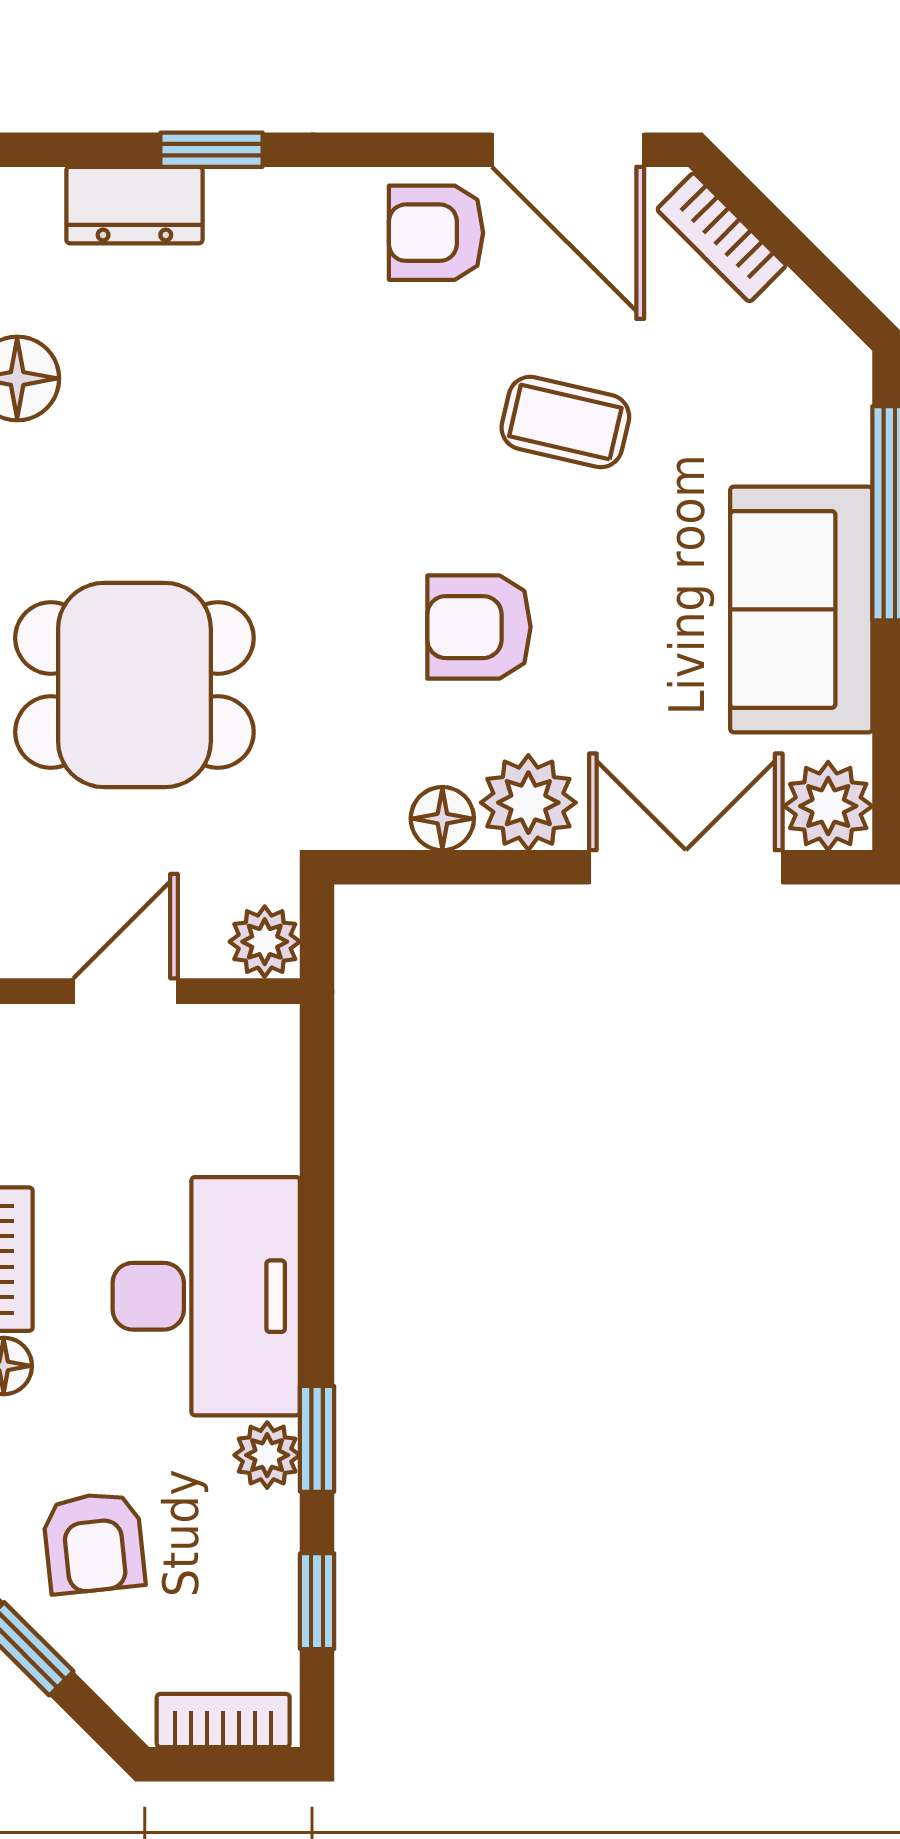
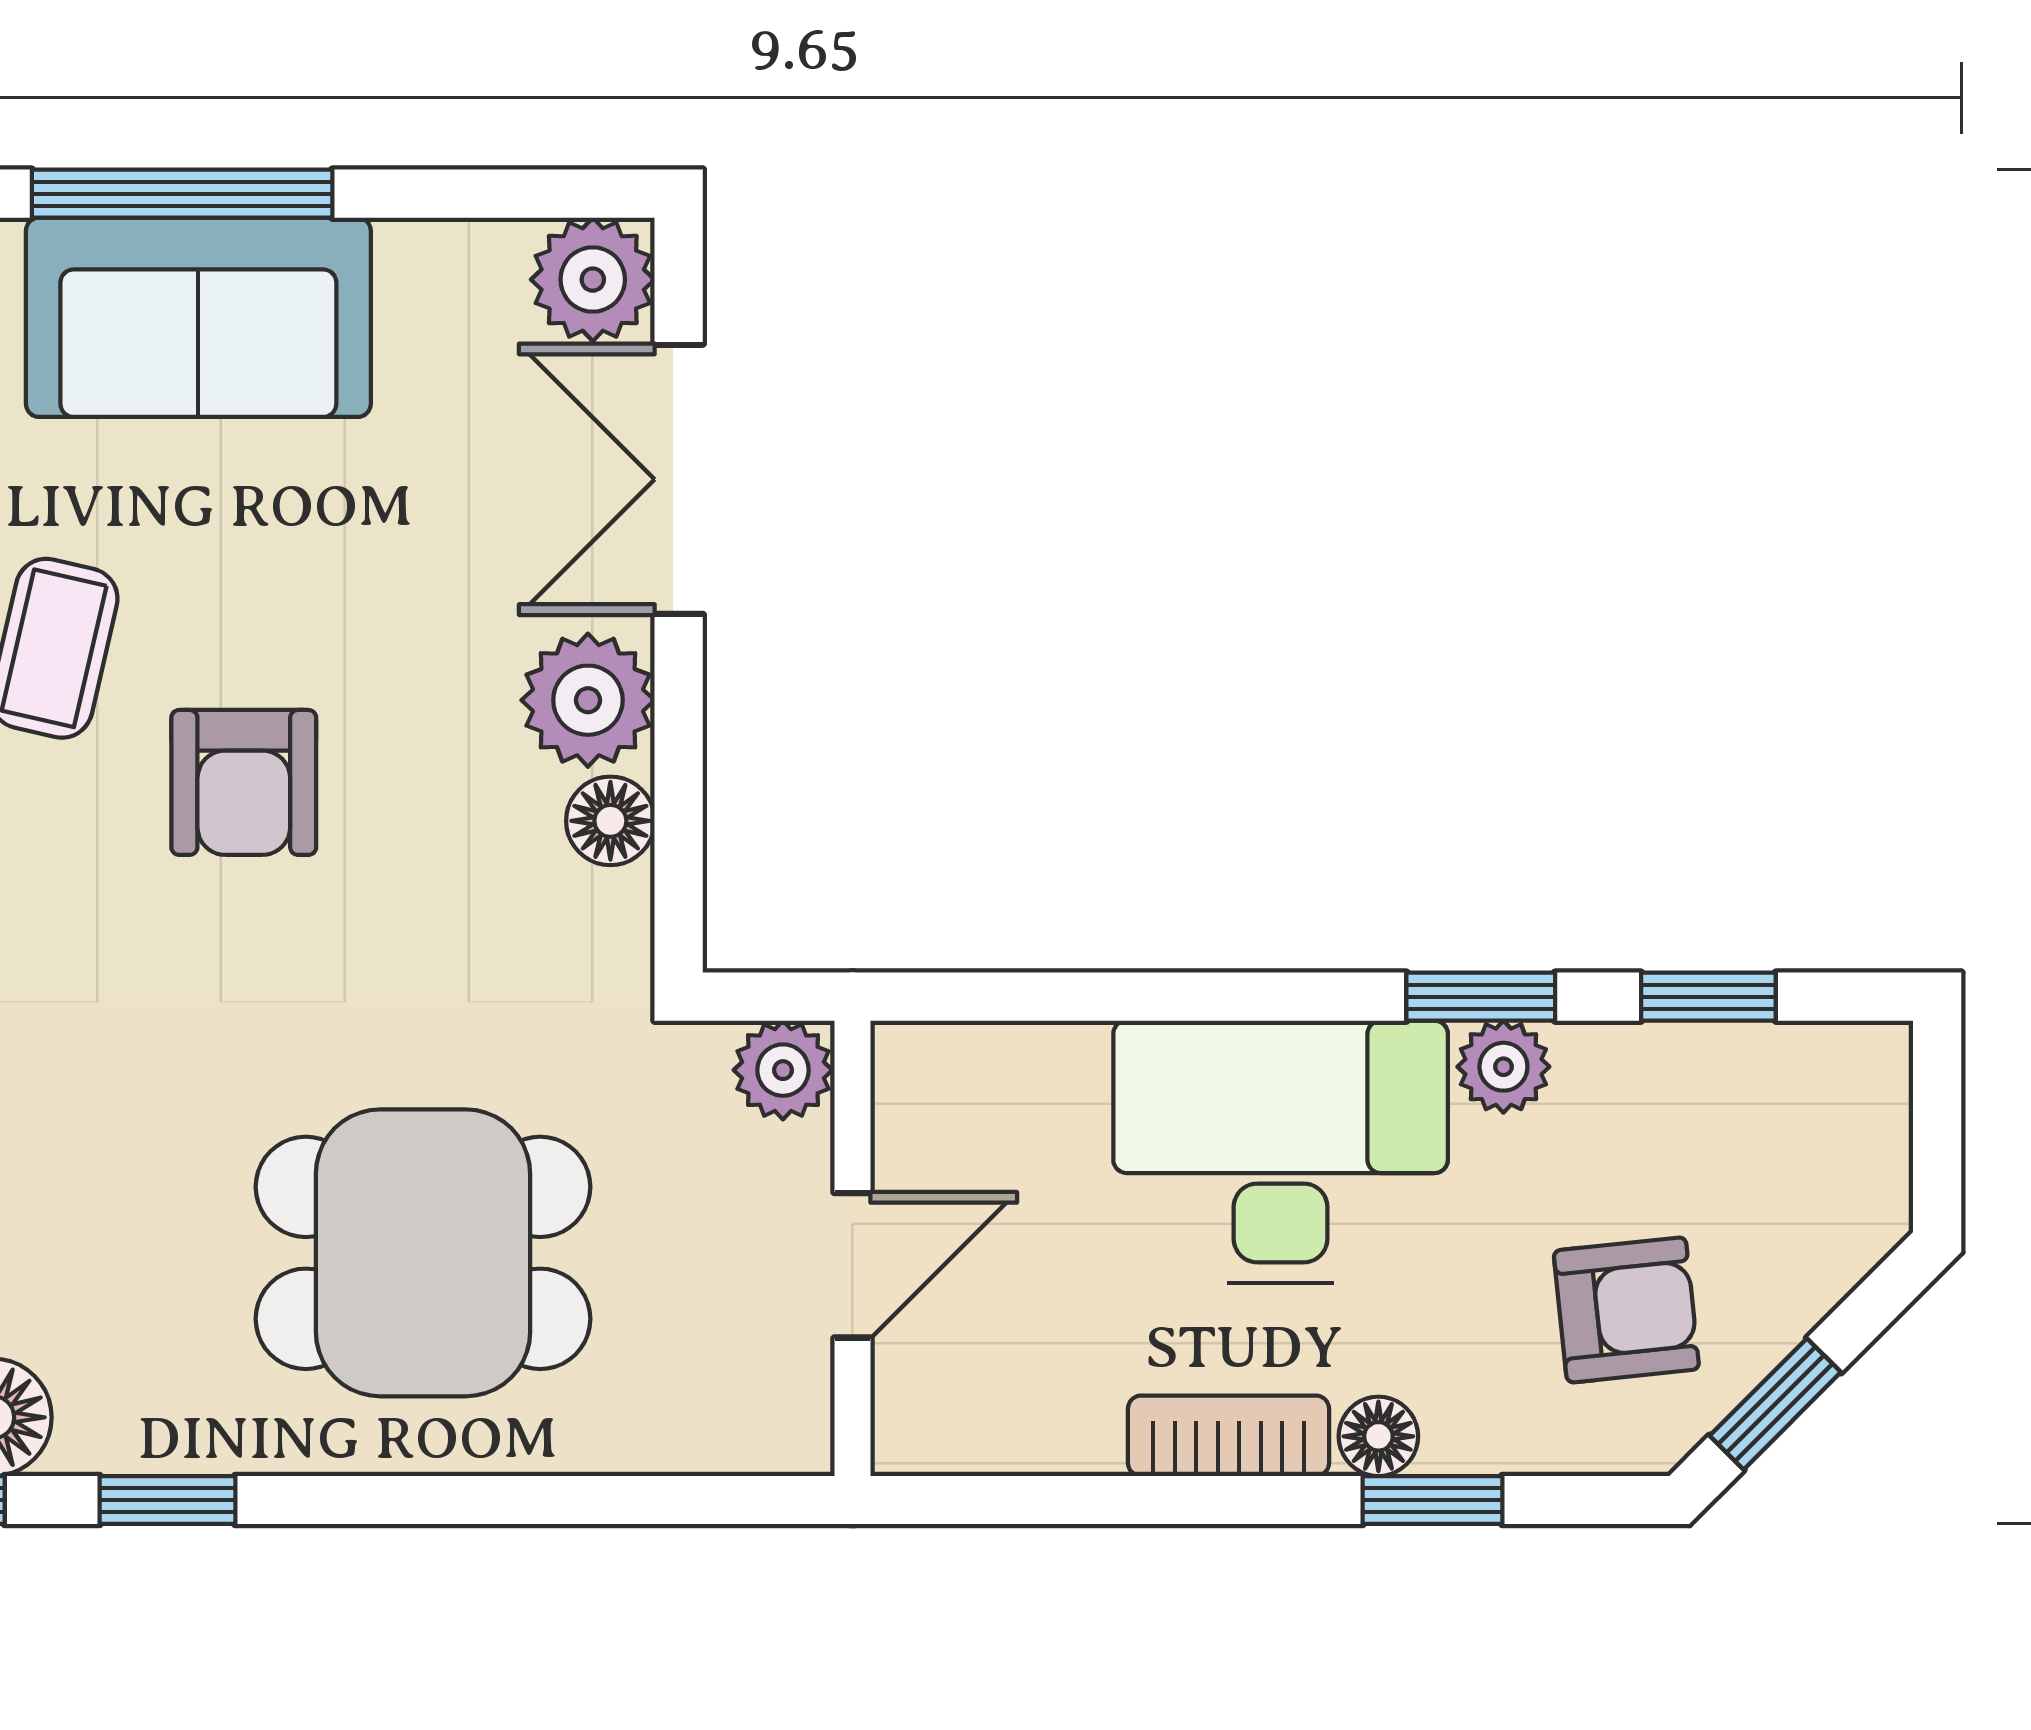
sofa: (801, 609) -> (198, 317), moved
armchair: (479, 627) -> (244, 782), moved
dining table: (134, 685) -> (423, 1253), turned 90
door: (126, 991) -> (852, 1265), swing flipped
bookcase: (223, 1721) -> (1876, 1128), removed

